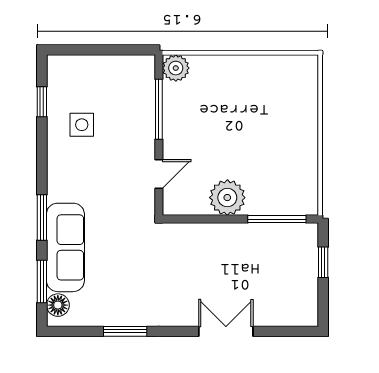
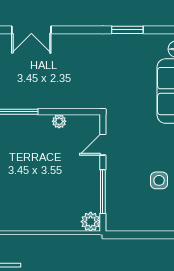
plant: (227, 198) -> (59, 121), width x0.53, depth x0.53
double door: (226, 331) -> (31, 30), moved

